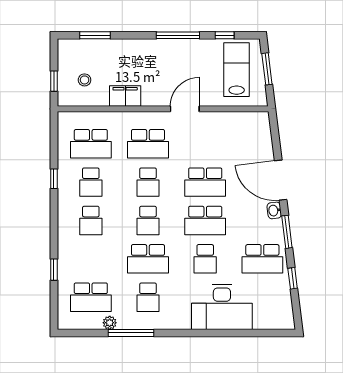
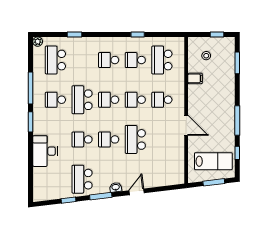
window: (54, 81) -> (217, 34), moved
filing cabinet: (125, 96) -> (195, 78), width x0.50
school desk: (148, 144) -> (162, 100), width x0.54
door: (281, 180) -> (137, 192), width x0.53
school desk: (205, 220) -> (109, 139), width x0.54
desk: (222, 307) -> (45, 151), width x0.73, depth x0.77
plant: (110, 323) -> (38, 42), moved
window: (180, 333) -> (31, 122), added

